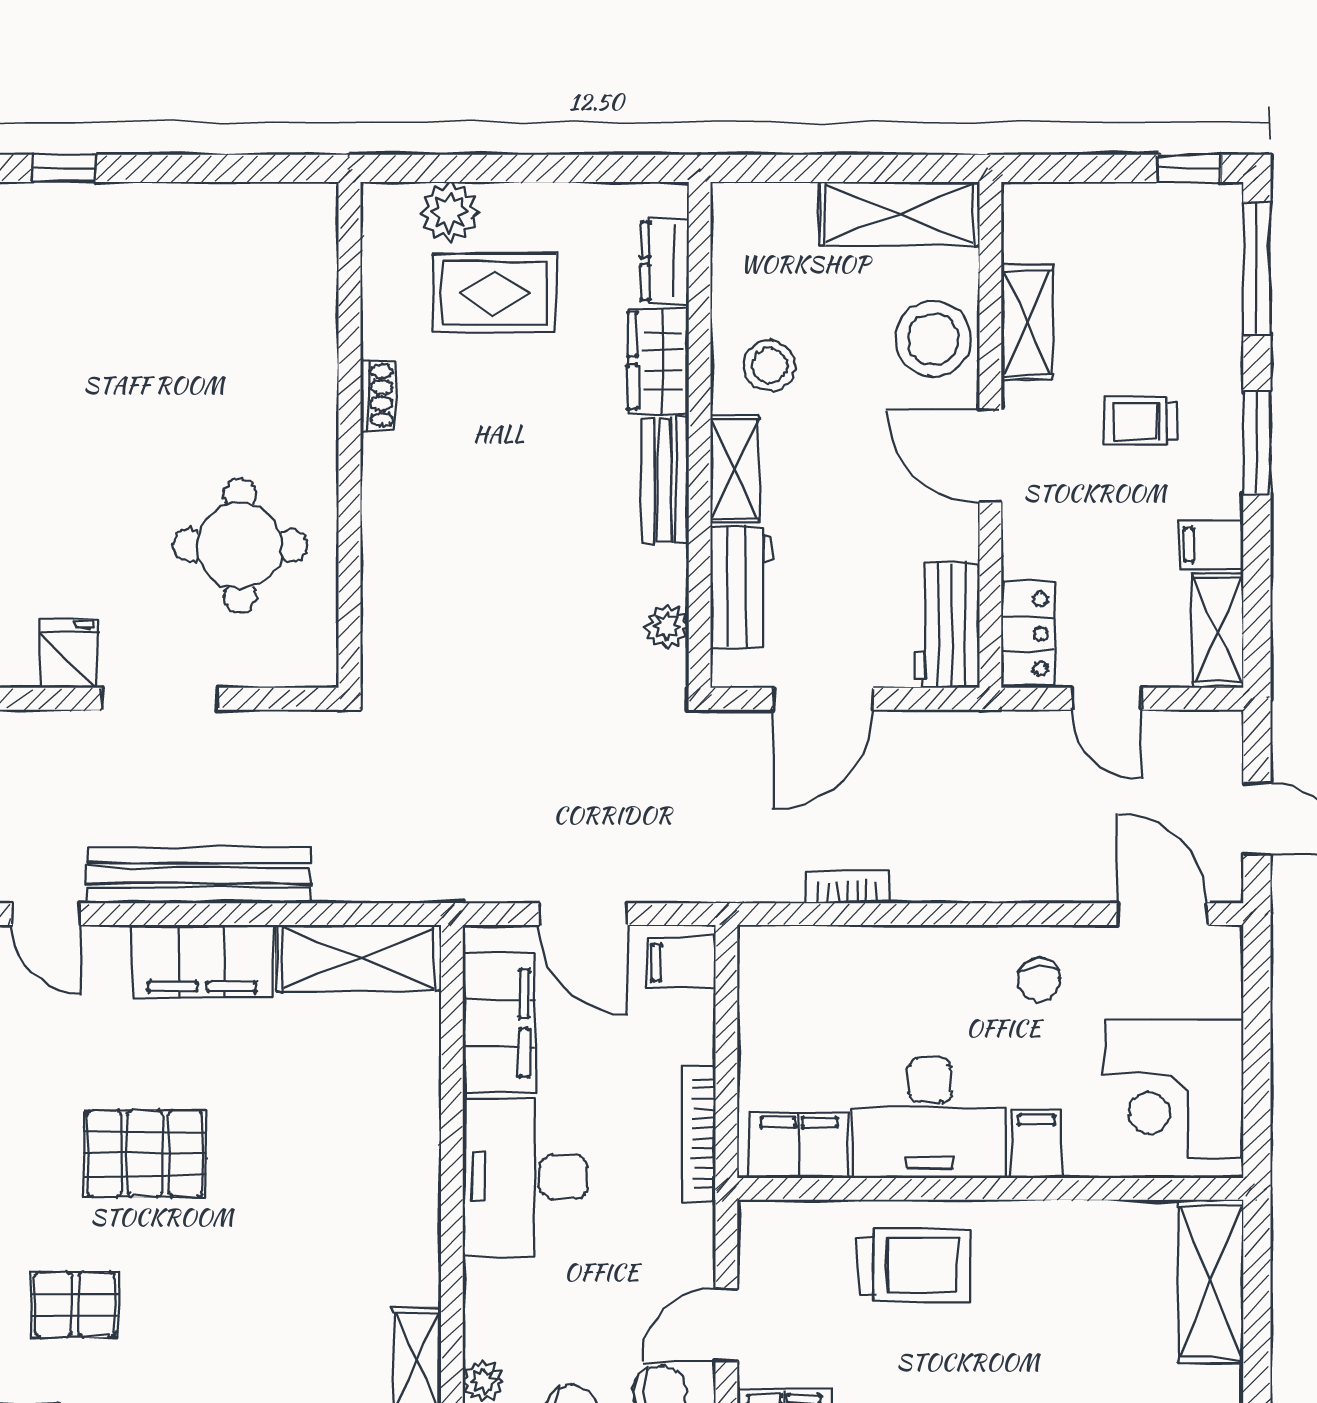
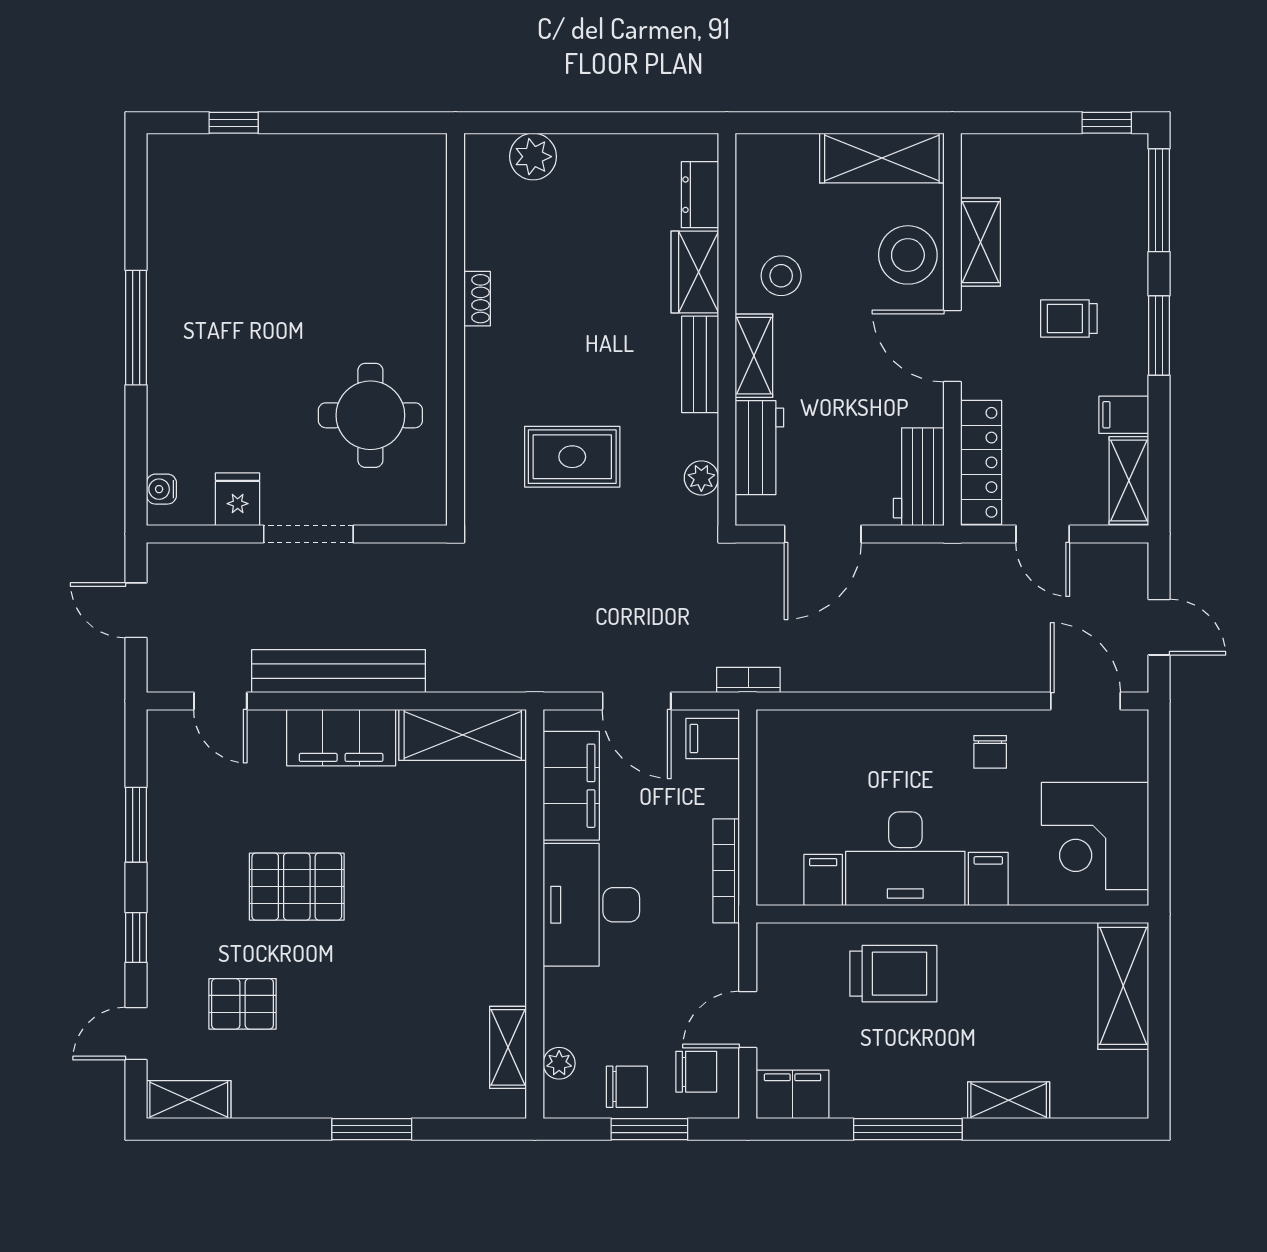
rug: (494, 293) -> (572, 457), moved
locker: (1028, 634) -> (981, 462), width x1.53
bookcase: (848, 887) -> (748, 680), moved
filing cabinet: (799, 1145) -> (823, 880), width x0.50

